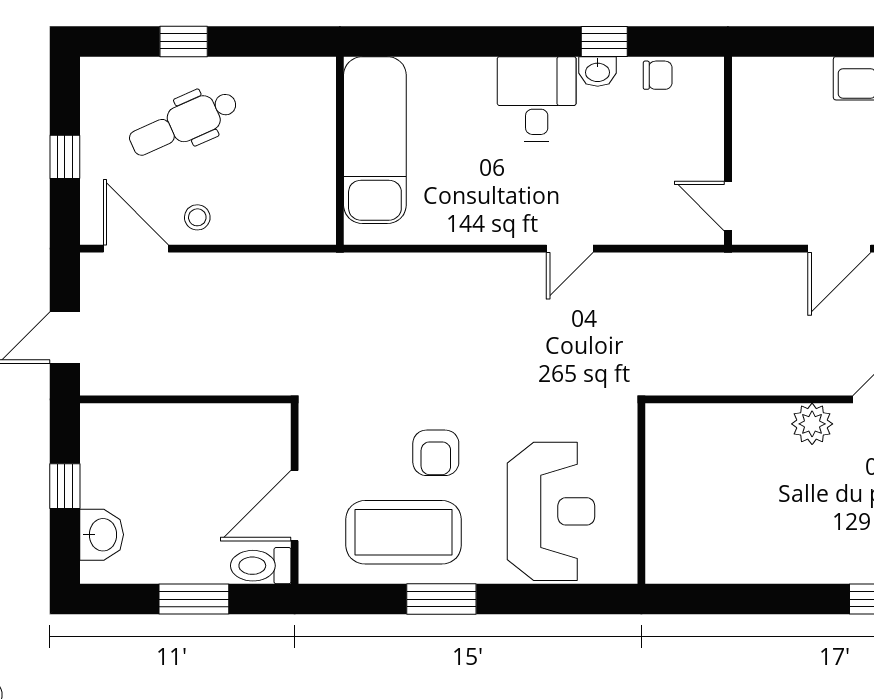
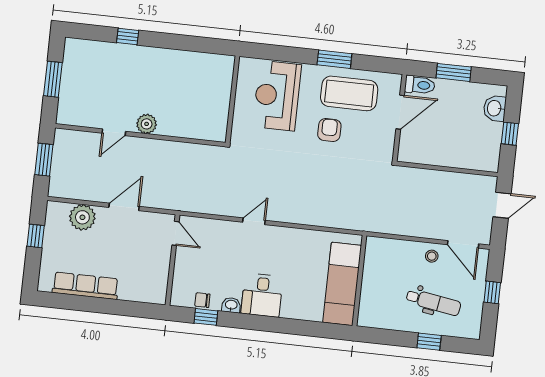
window: (604, 41) -> (206, 317), moved
dental chair: (184, 123) -> (433, 302), turned 33

